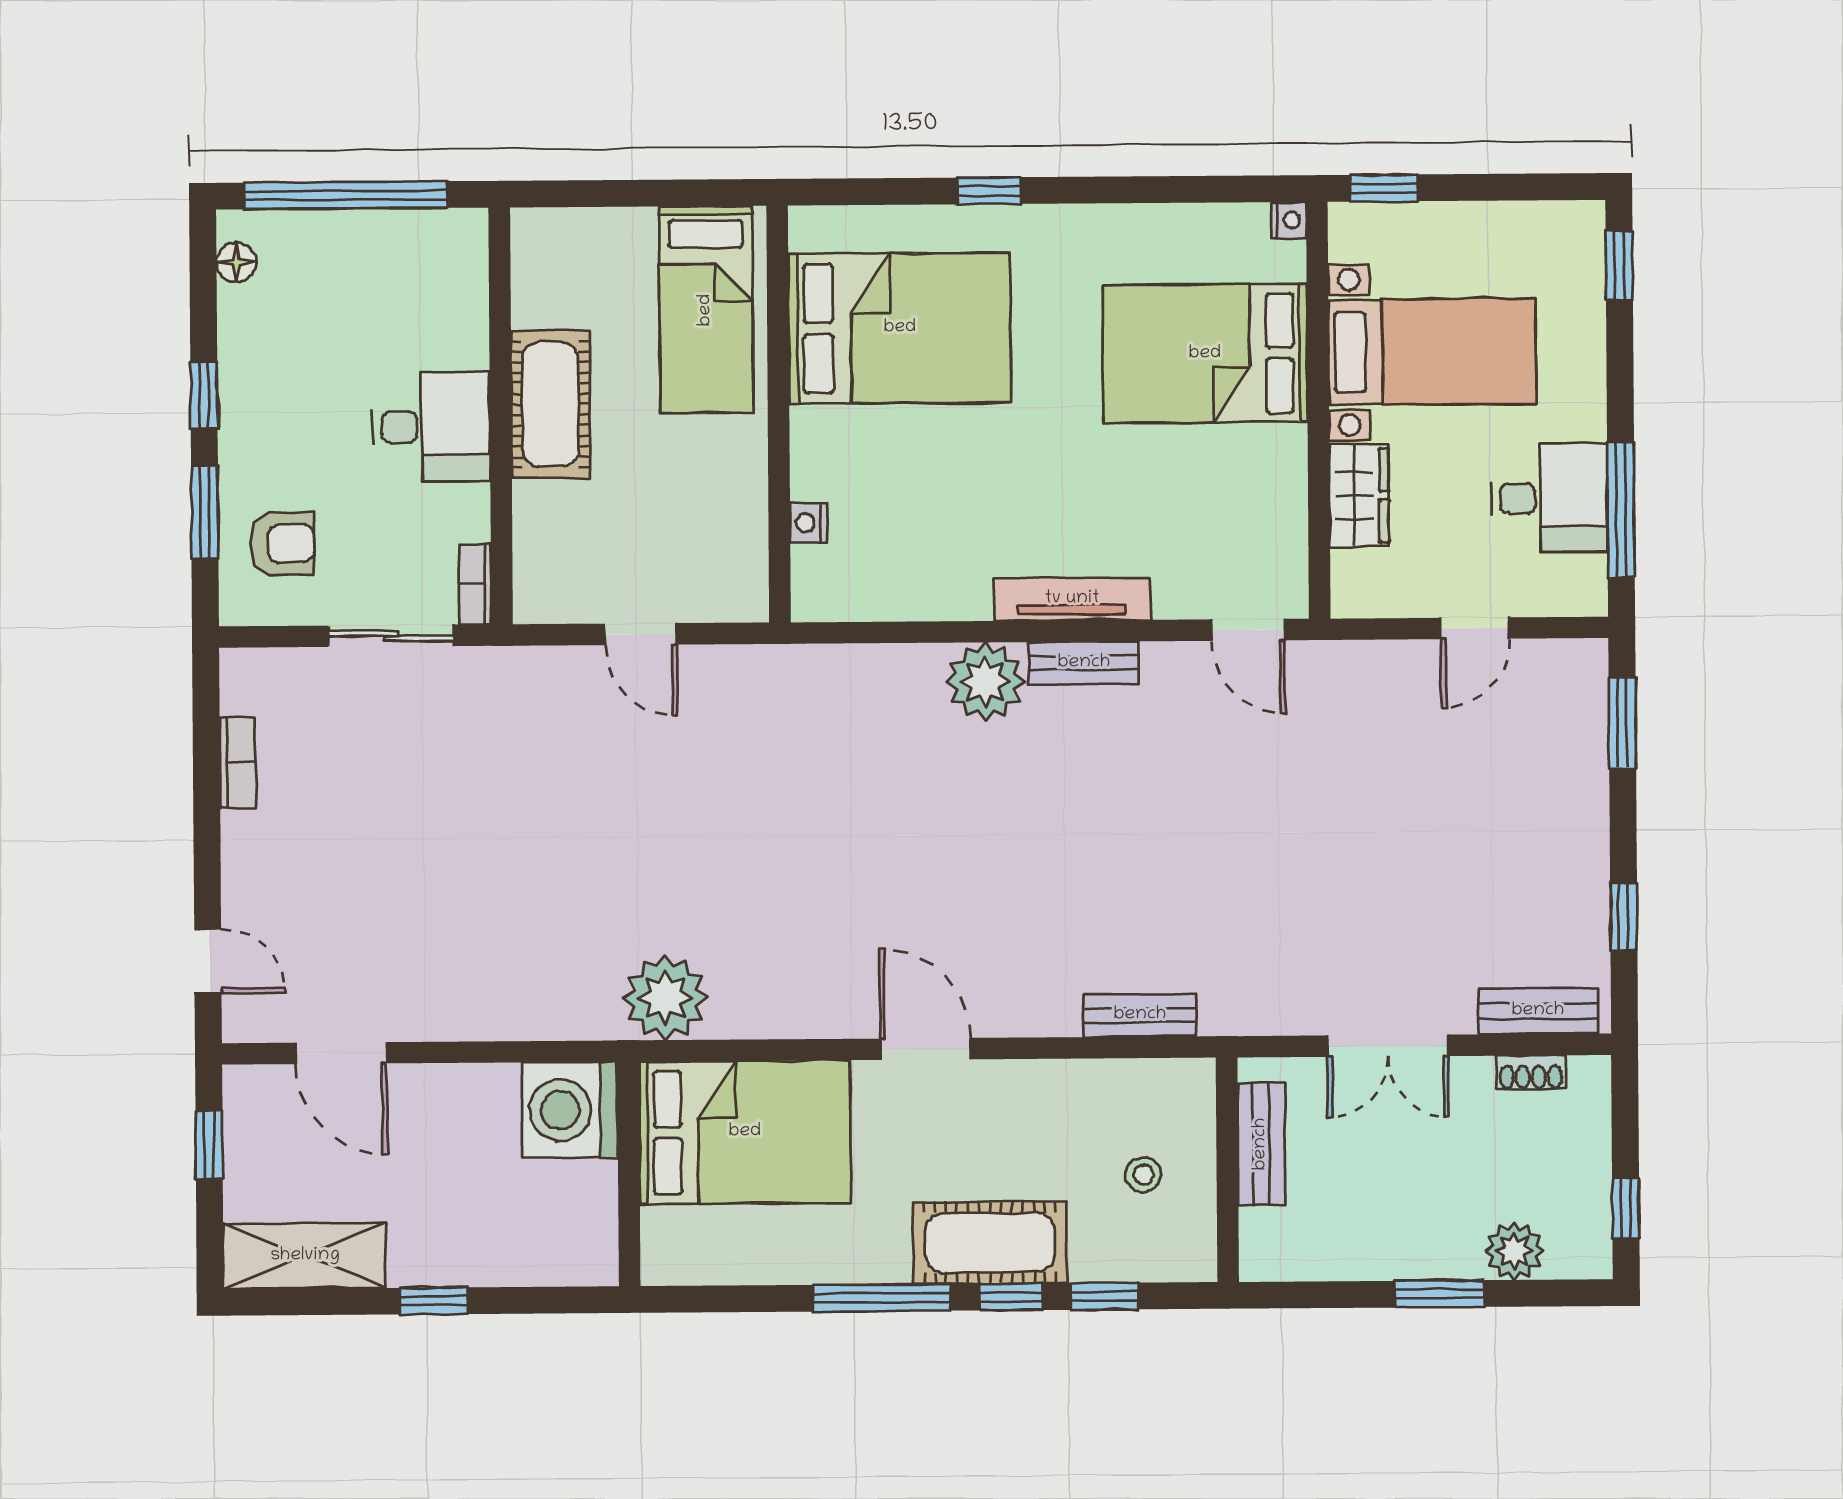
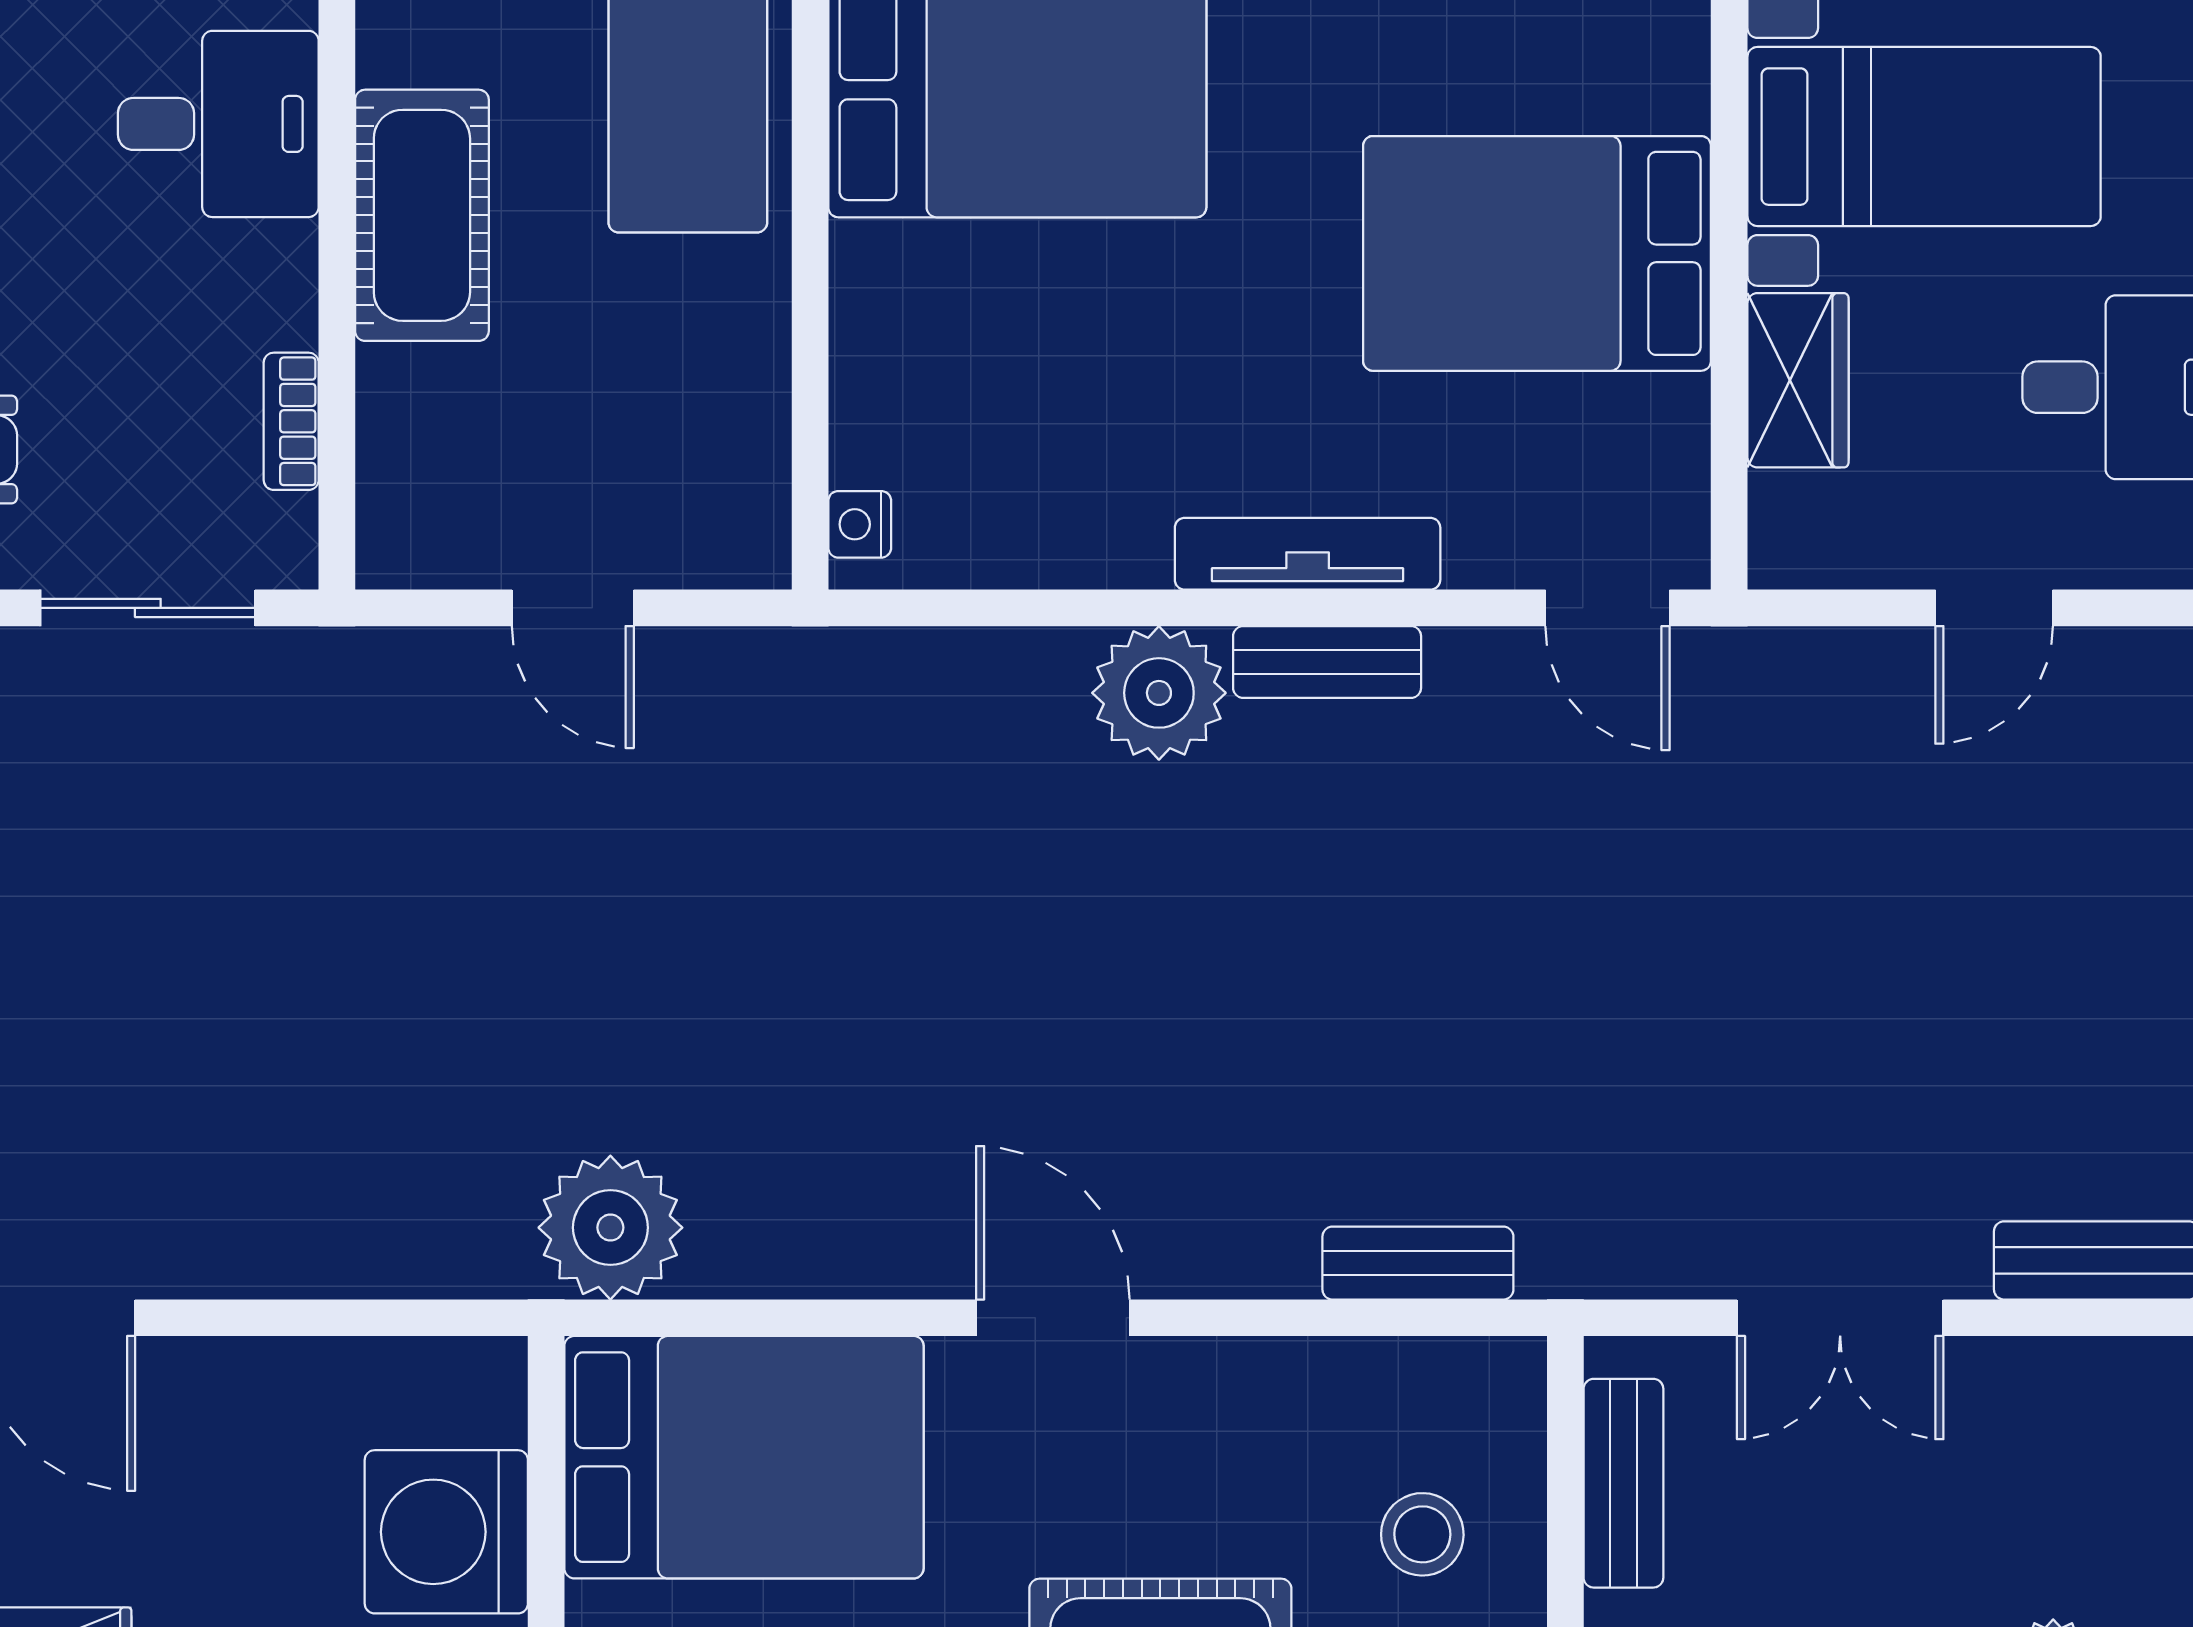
bed: (1205, 354) -> (1537, 253), moved
desk: (431, 427) -> (218, 124), moved
nightstand: (808, 523) -> (860, 524), moved
bookcase: (475, 584) -> (291, 421), moved
shoe rack: (1531, 1072) -> (2083, 1365), removed
washing machine: (570, 1110) -> (446, 1532), moved
stool: (1143, 1175) -> (1422, 1534), width x1.37, depth x1.37

